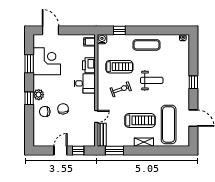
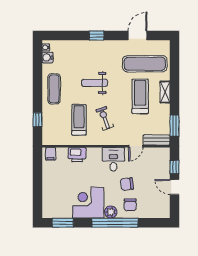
door: (51, 30) -> (38, 198), removed
water cooler: (102, 39) -> (47, 57), moved
corner desk: (47, 61) -> (88, 203), moved
window: (29, 64) -> (63, 223), moved
weight bench: (152, 80) -> (95, 83), turned -90
desk: (85, 83) -> (113, 159), moved
window: (29, 98) -> (115, 223), width x3.17
door: (96, 116) -> (136, 146), swing flipped

